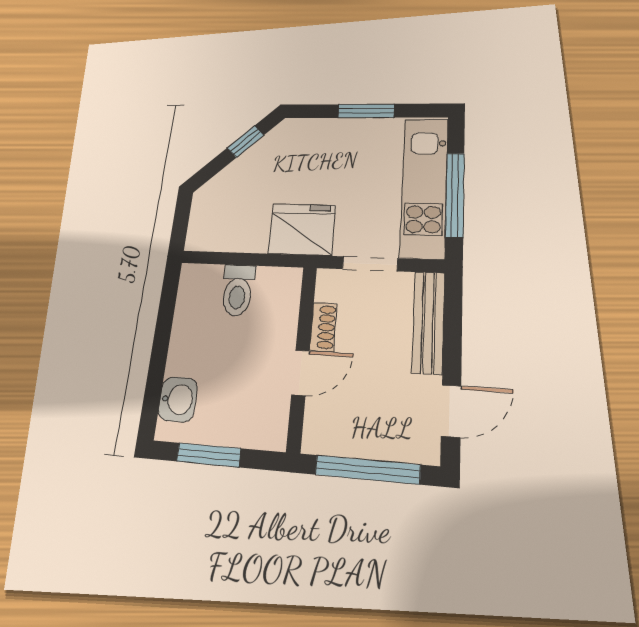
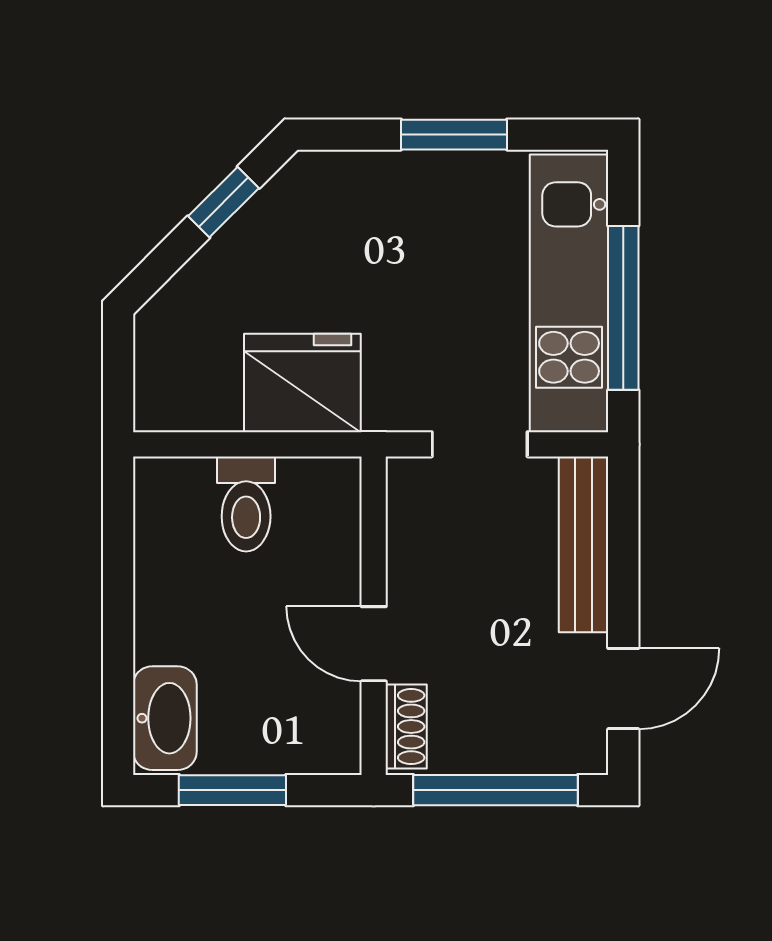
fridge: (302, 229) -> (302, 383), moved
shoe rack: (323, 327) -> (406, 727), moved
door: (300, 373) -> (374, 644), swing flipped
washbasin: (178, 399) -> (165, 718), width x1.38

